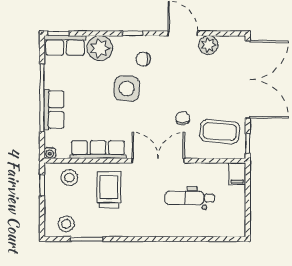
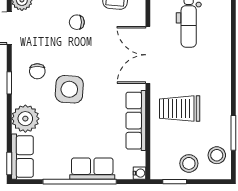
chair: (183, 118) -> (77, 22), moved
stool: (69, 178) -> (189, 163), moved

